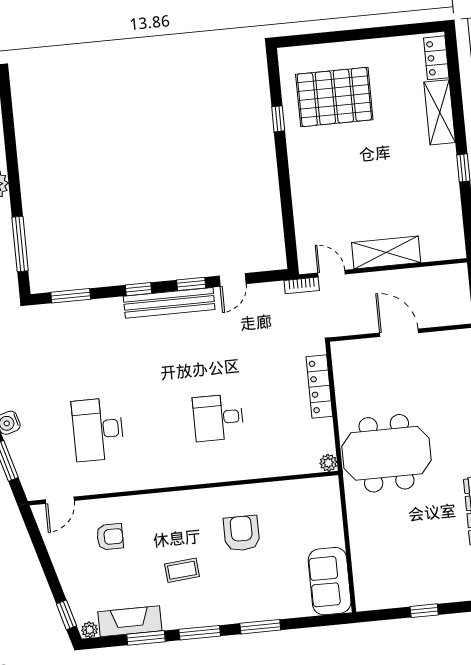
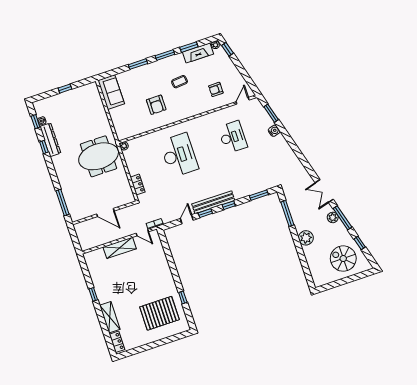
locker: (319, 386) -> (138, 185), width x0.66
desk: (218, 418) -> (179, 155), width x1.87, depth x1.30

